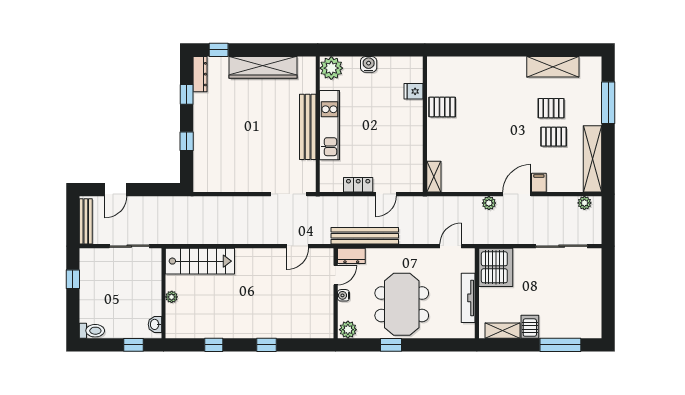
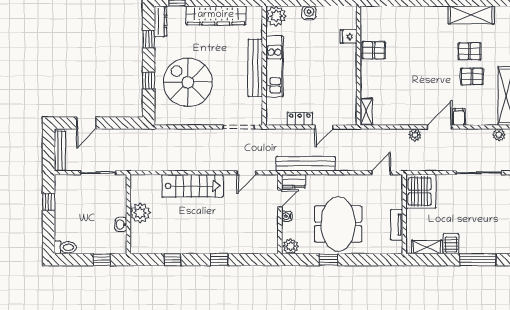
spiral stairs: (231, 143) -> (188, 82), added
stairs: (200, 261) -> (192, 186), moved
plant: (172, 297) -> (140, 213), width x1.88, depth x1.88
tv unit: (468, 298) -> (397, 225), width x0.71
washbasin: (155, 324) -> (121, 225), moved

